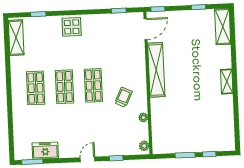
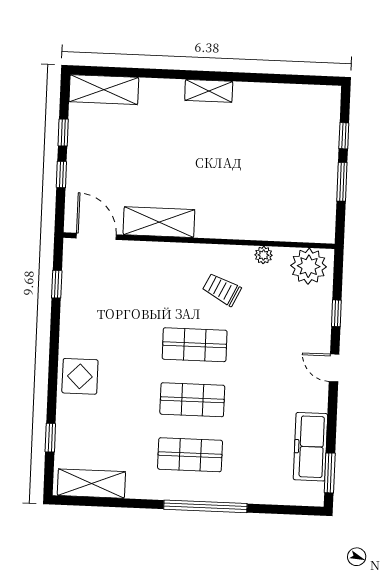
window: (158, 9) -> (61, 175), moved
shelving: (156, 70) -> (159, 222), width x0.68
window: (9, 98) -> (205, 506), added
plant: (144, 146) -> (309, 266), width x1.88, depth x1.88
freezer: (45, 151) -> (310, 447), width x1.40

